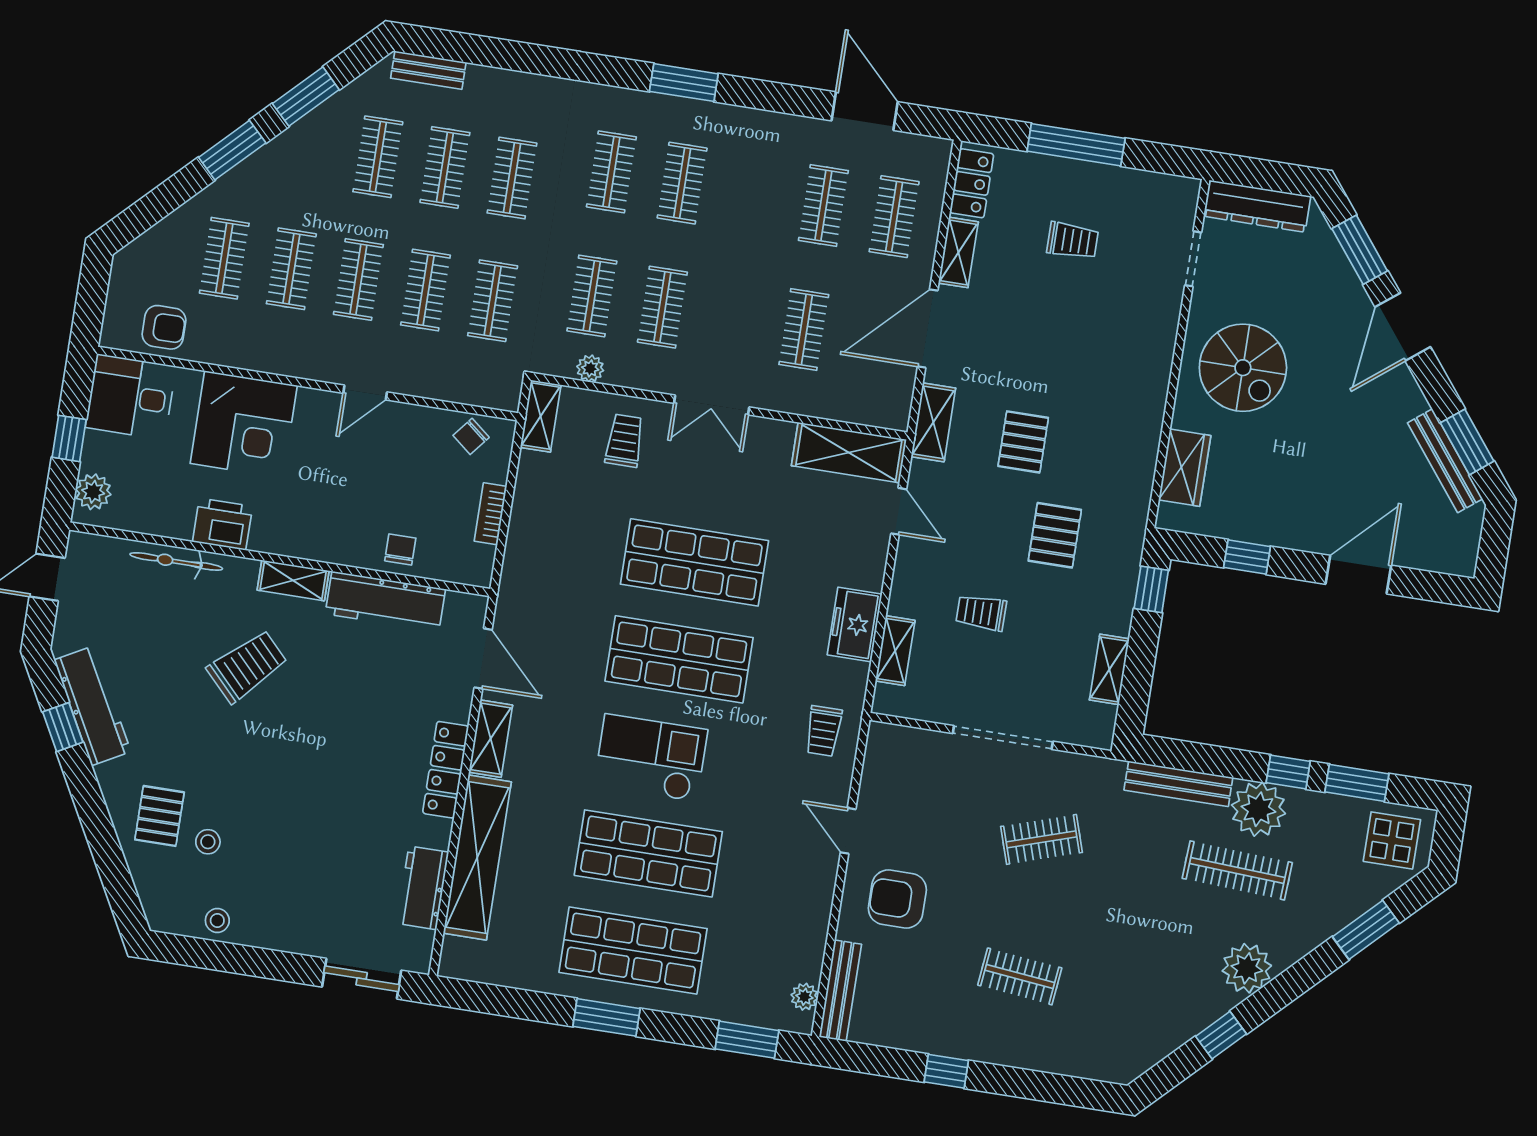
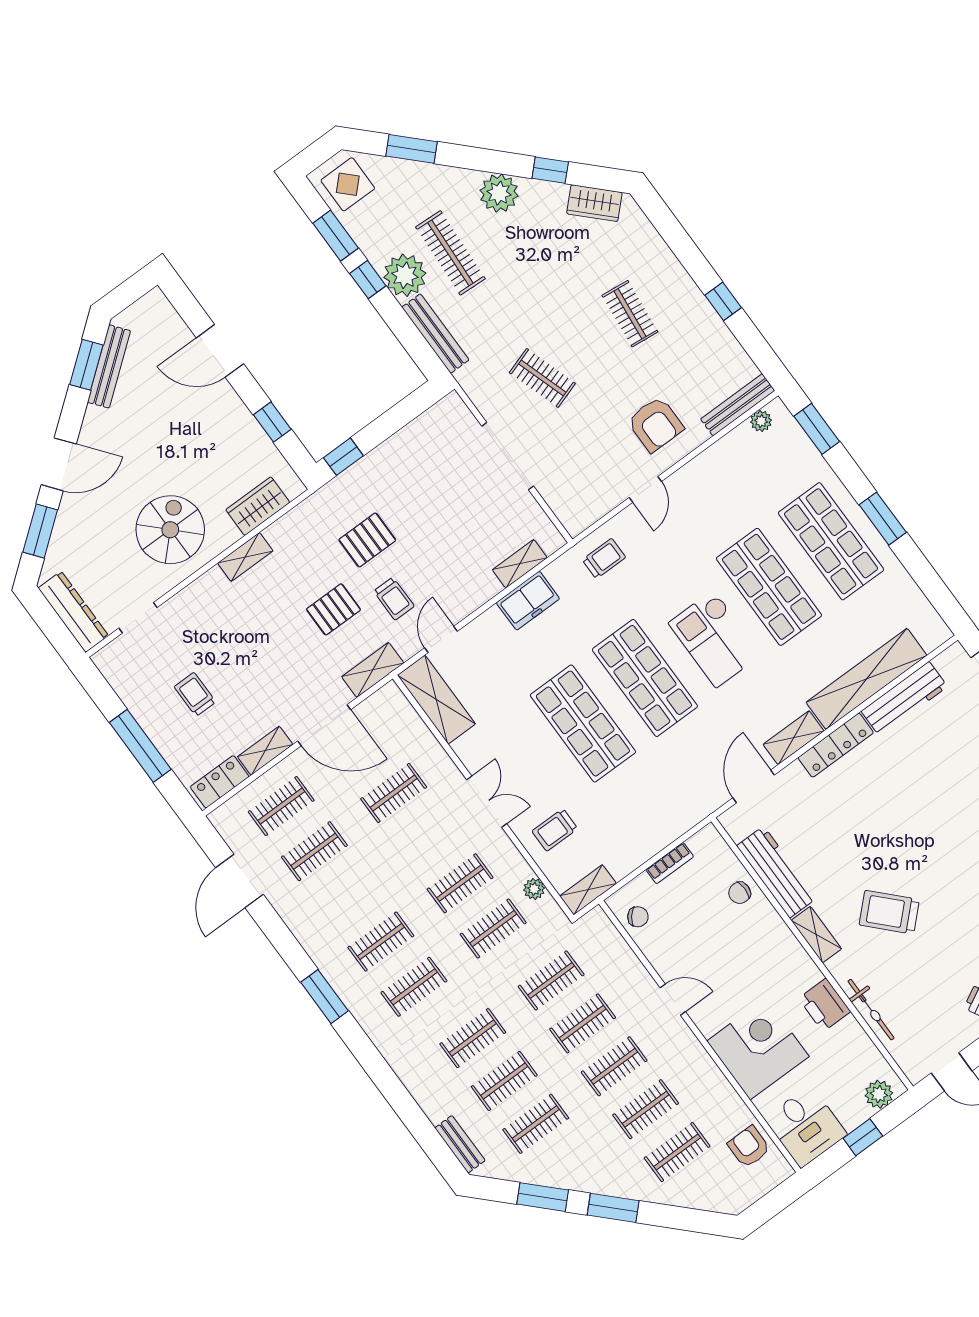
trolley: (981, 613) -> (394, 599), moved
shelving: (1109, 669) -> (245, 557), moved
workbench: (423, 888) -> (904, 699), width x1.38
wardrobe: (1151, 1045) -> (594, 203), added

